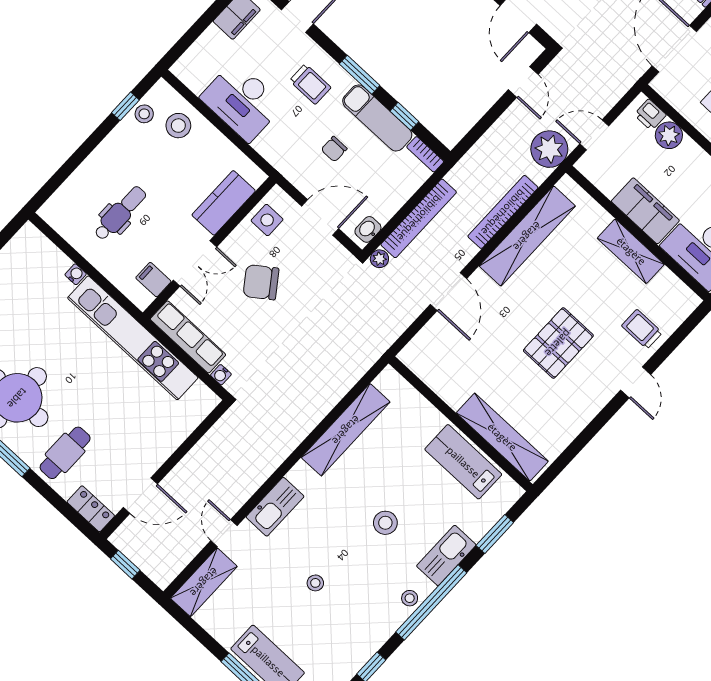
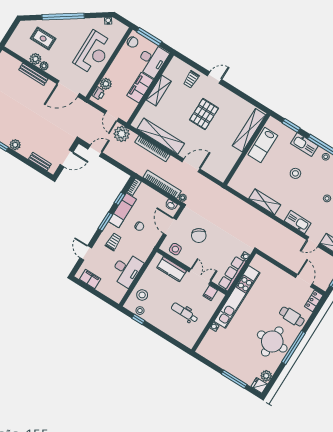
chair: (261, 282) -> (199, 236), moved
pallet: (558, 343) -> (204, 114), turned 90
shelving: (346, 430) -> (265, 202), width x0.68

